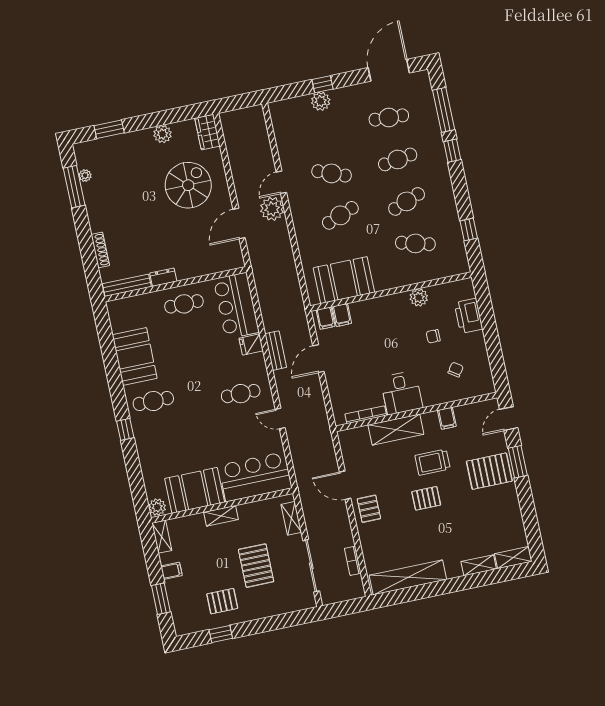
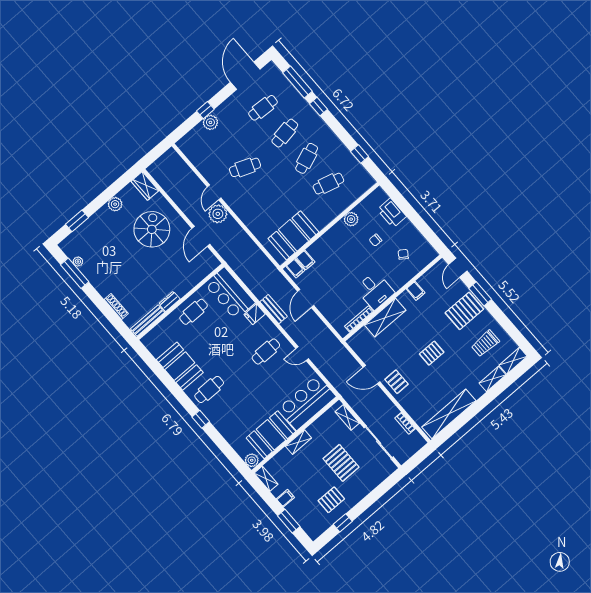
cafe table: (340, 215) -> (267, 193), removed
trolley: (433, 462) -> (485, 344), moved

